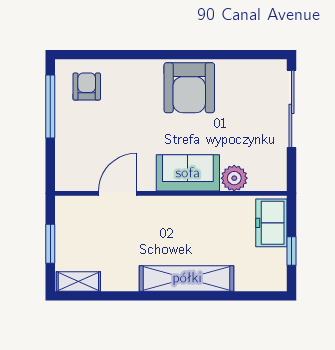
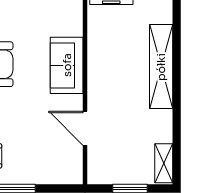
plant: (234, 178) -> (71, 24), removed

